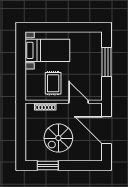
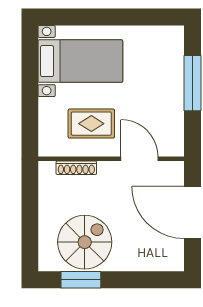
rug: (53, 83) -> (91, 124), turned 90
spiral stairs: (58, 138) -> (85, 242), moved, turned 180

